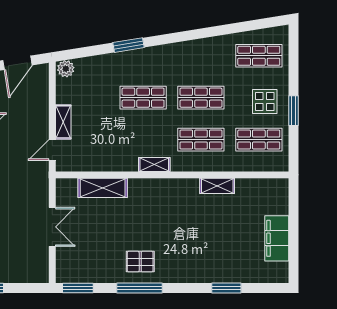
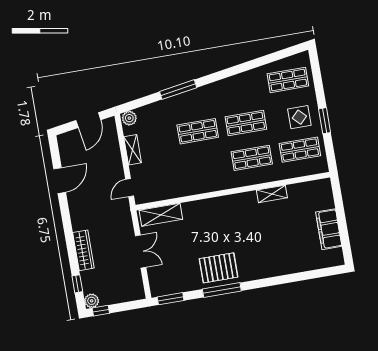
window: (129, 45) -> (178, 90), width x1.44
shelving: (63, 122) -> (133, 150), moved
shelving: (154, 164) -> (216, 185), removed
shelving: (103, 188) -> (161, 215), moved
pallet: (140, 262) -> (219, 268), width x1.50, depth x1.42
window: (226, 288) -> (294, 278), removed

